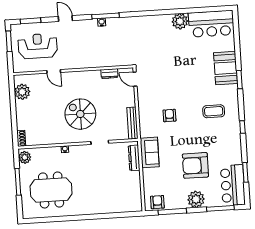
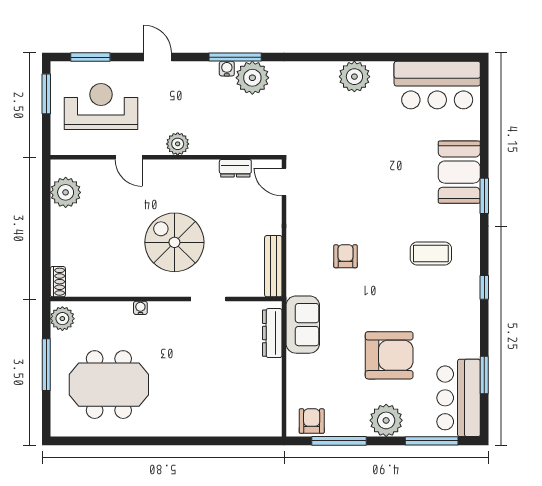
plant: (180, 21) -> (354, 77), moved
plant: (115, 26) -> (252, 78), added
plant: (79, 63) -> (178, 144), added
armchair: (195, 165) -> (389, 355), turned 180

